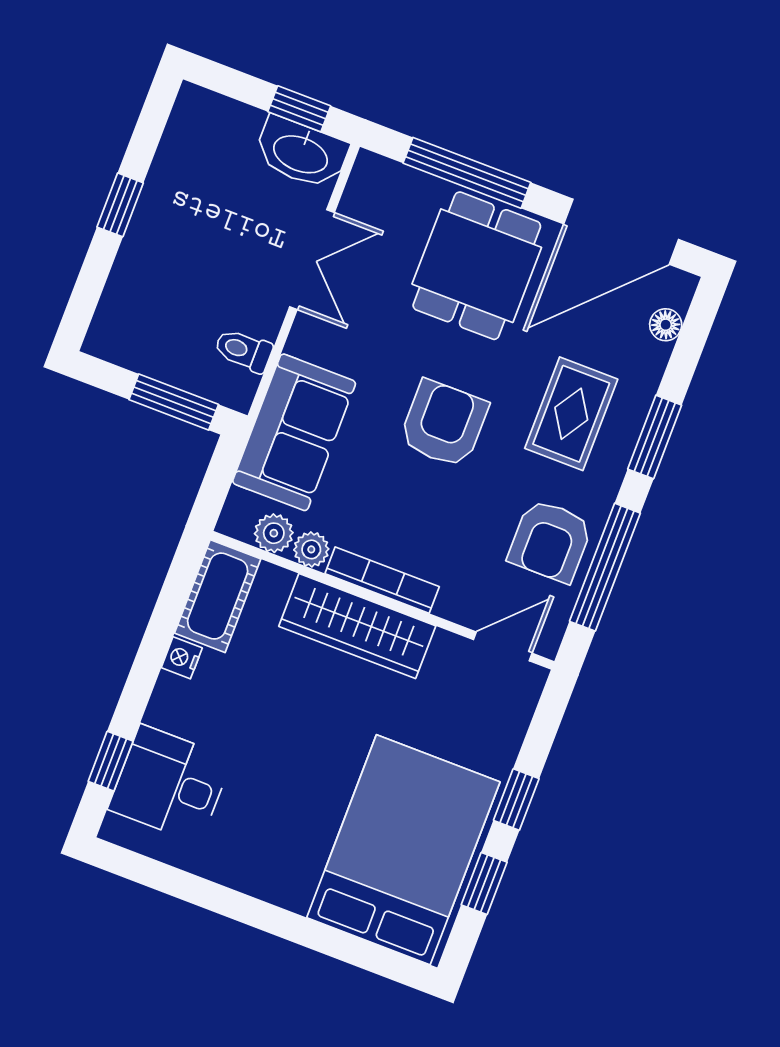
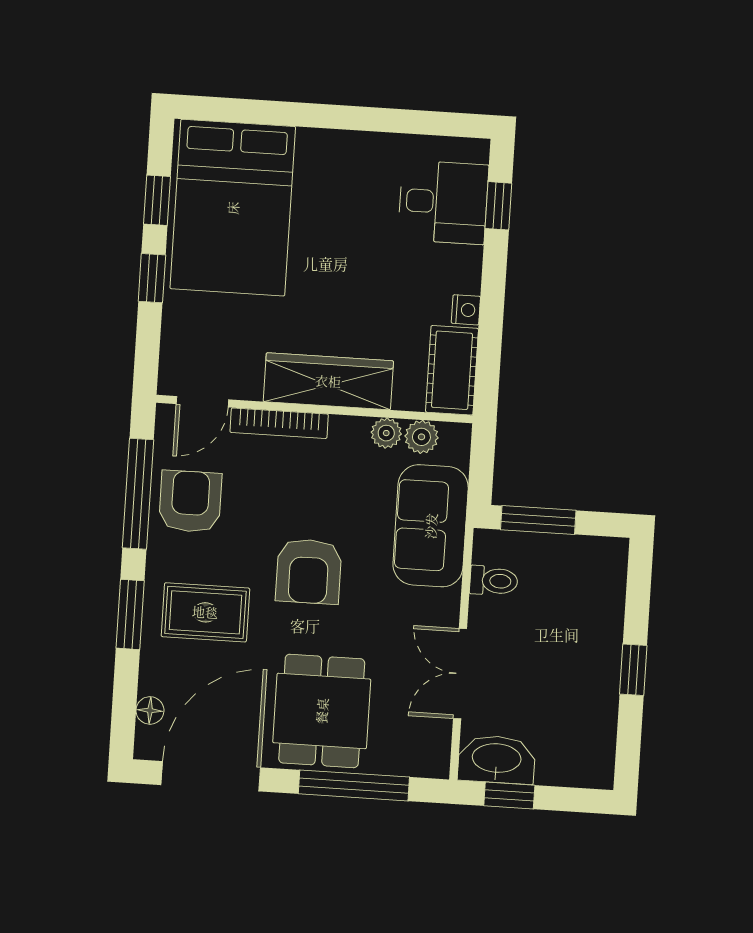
rug: (571, 414) -> (205, 612), turned 90
bookcase: (382, 580) -> (279, 423), moved

